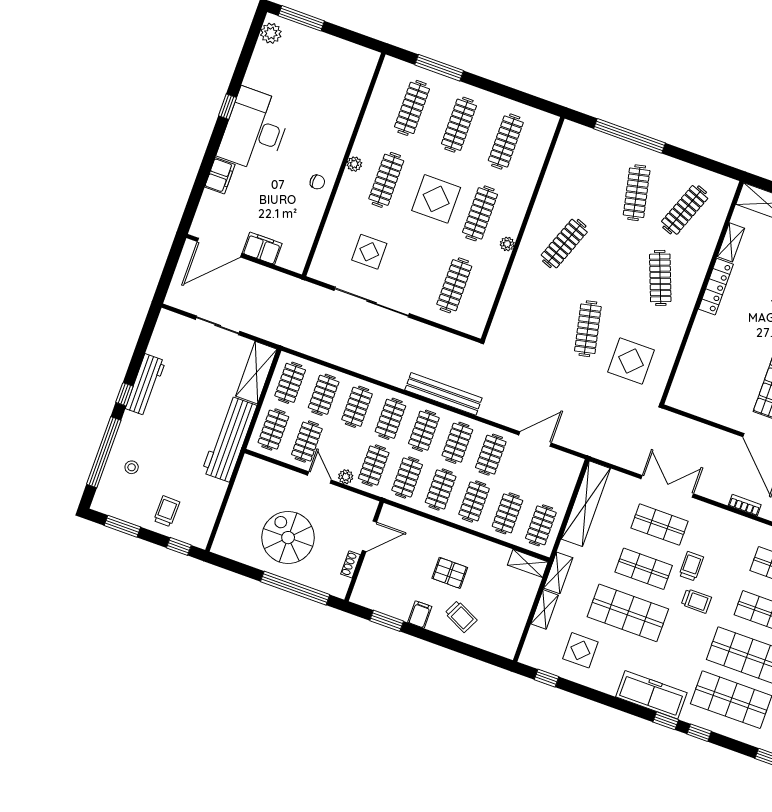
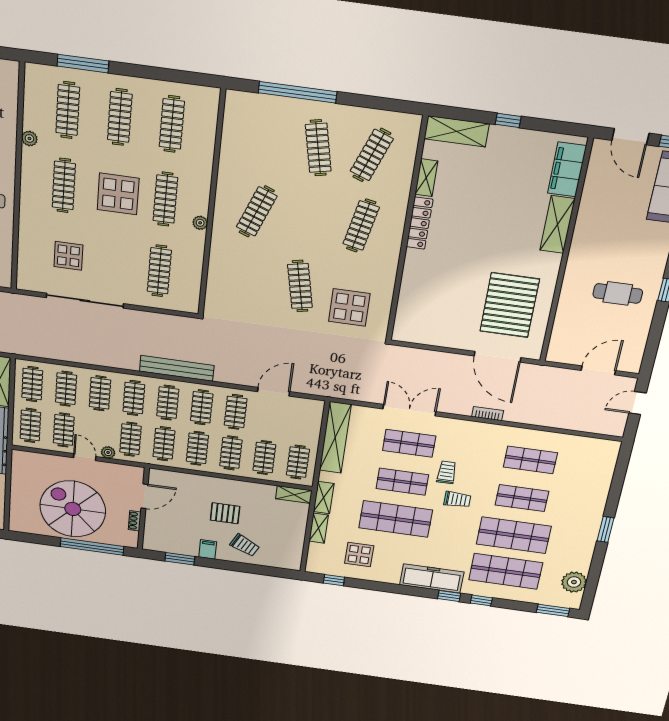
plant: (354, 164) -> (29, 138), moved
clothes rail: (660, 278) -> (361, 226), turned 33
spiral stairs: (288, 538) -> (73, 509), width x1.37, depth x1.37

